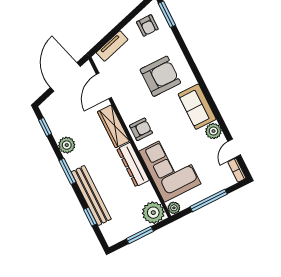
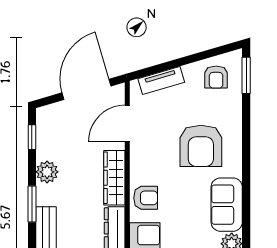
armchair: (160, 76) -> (201, 146), turned 90

